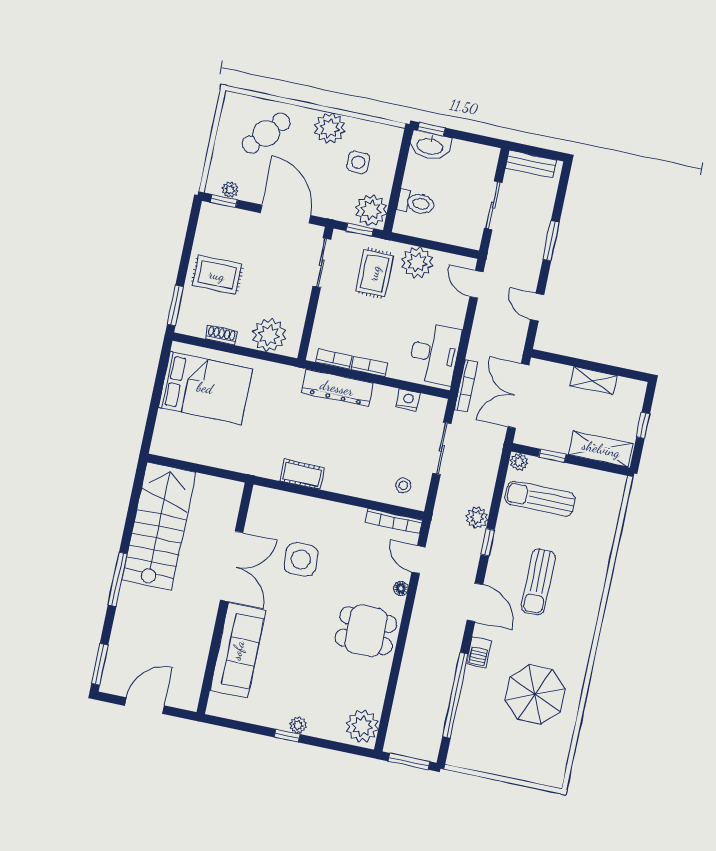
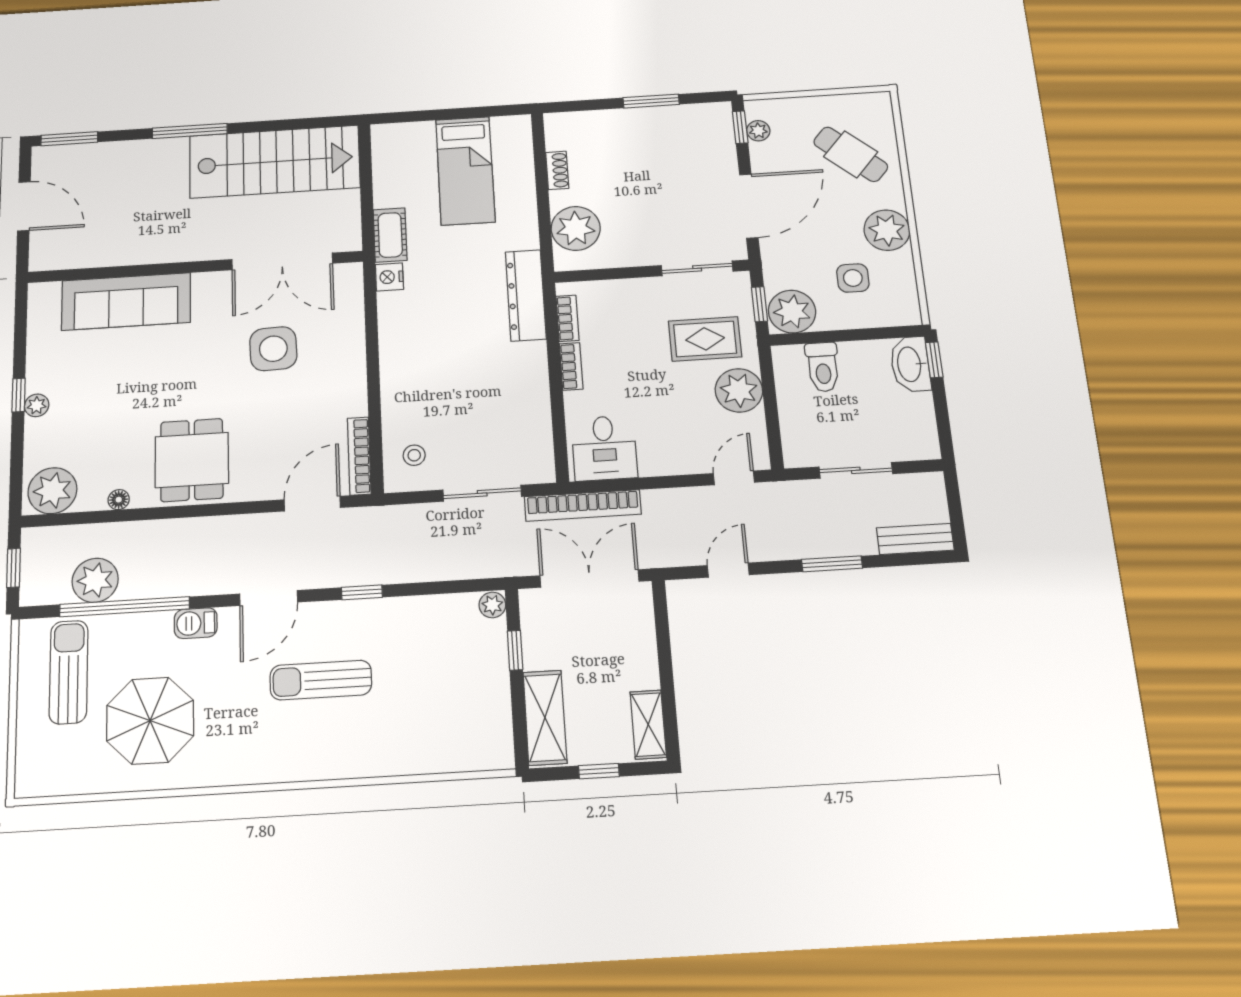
bench: (531, 164) -> (915, 539), moved, turned 90
rug: (217, 275) -> (637, 145), removed
window: (175, 306) -> (651, 101), moved
desk: (434, 354) -> (604, 448), width x0.73
shelving: (594, 381) -> (648, 725), moved
bookcase: (466, 386) -> (583, 505), width x1.48, depth x1.31
bed: (205, 388) -> (465, 171), width x0.67
dresser: (337, 388) -> (526, 295), moved
nightstand: (408, 400) -> (389, 277), moved, turned 180
cot: (302, 474) -> (390, 235), moved
sun lounger: (540, 499) -> (69, 672), moved
plant: (477, 518) -> (95, 580), moved, width x1.36, depth x1.36
door: (418, 560) -> (312, 504), width x1.38
double door: (232, 566) -> (282, 261), moved
floor lamp: (401, 588) -> (119, 500), moved
window: (409, 761) -> (14, 568), width x0.67

